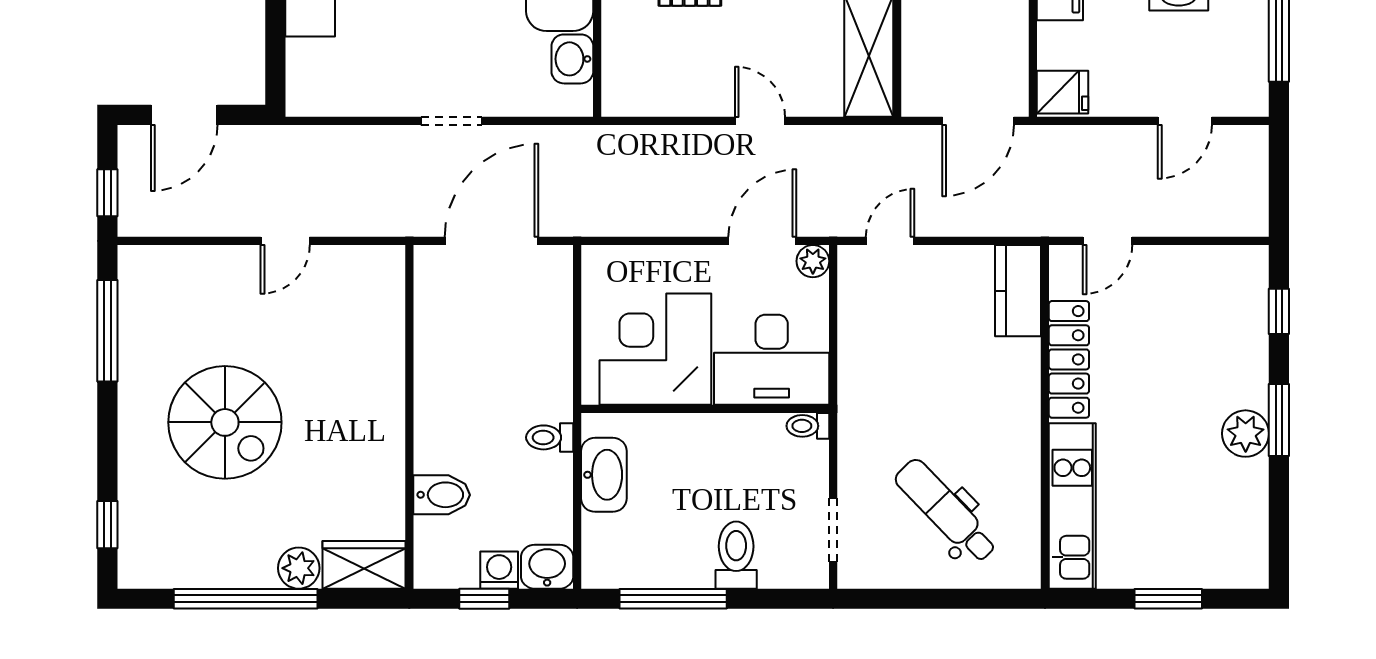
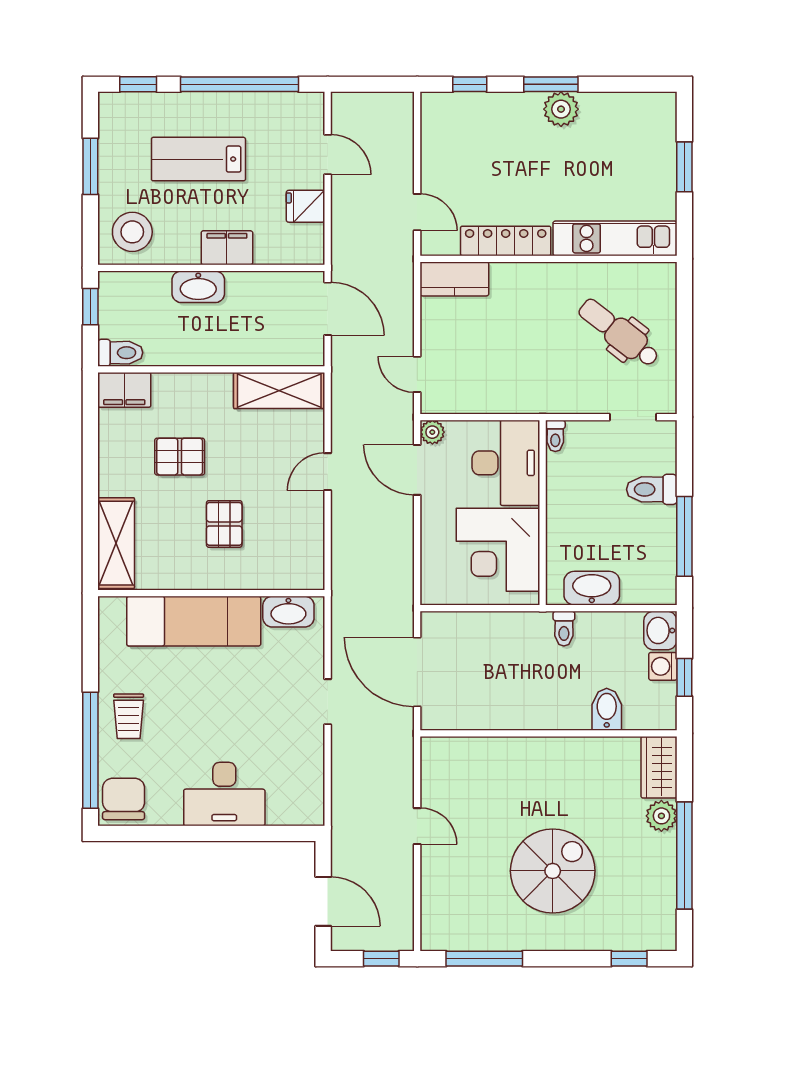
washbasin: (572, 59) -> (288, 612), width x1.38
fridge: (1063, 92) -> (306, 206), moved, turned -90
dental chair: (946, 511) -> (619, 333), turned 82

